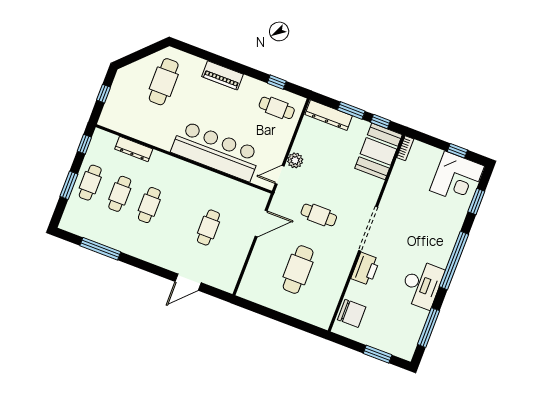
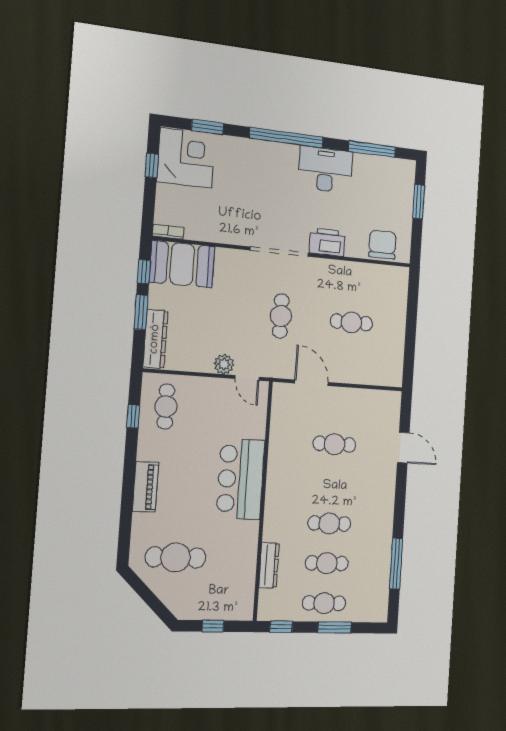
bar counter: (216, 151) -> (241, 479), width x0.73
cafe table: (298, 270) -> (351, 322), width x0.73, depth x0.74

